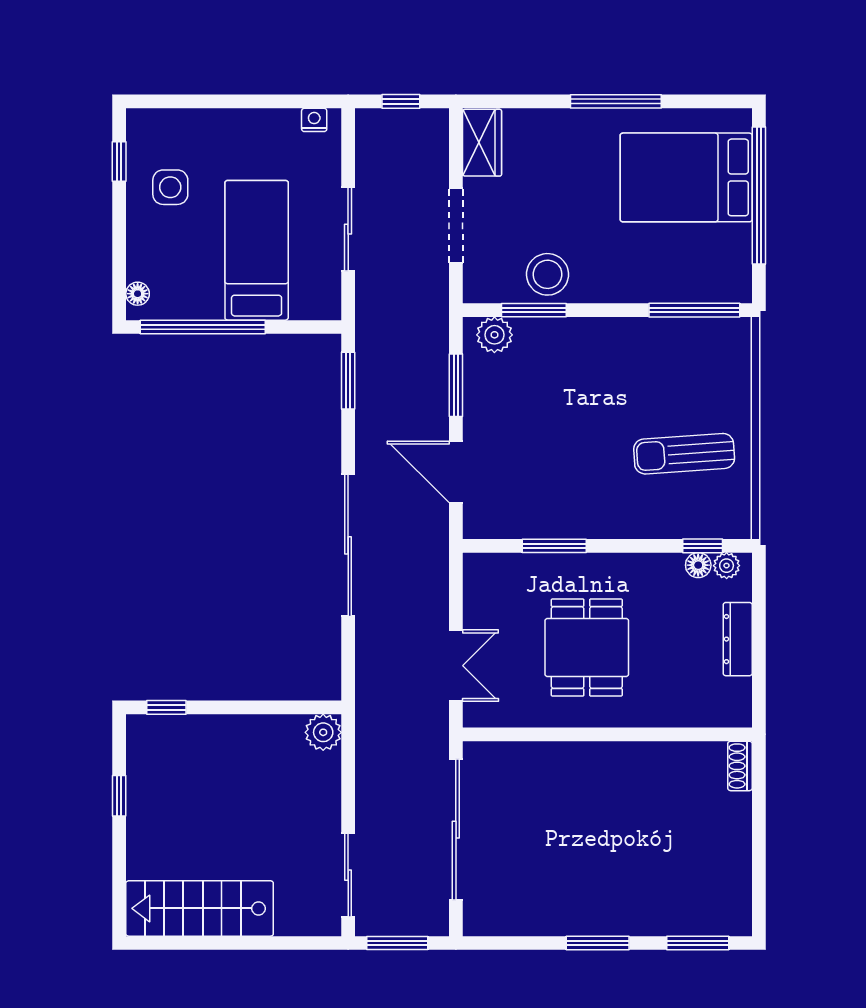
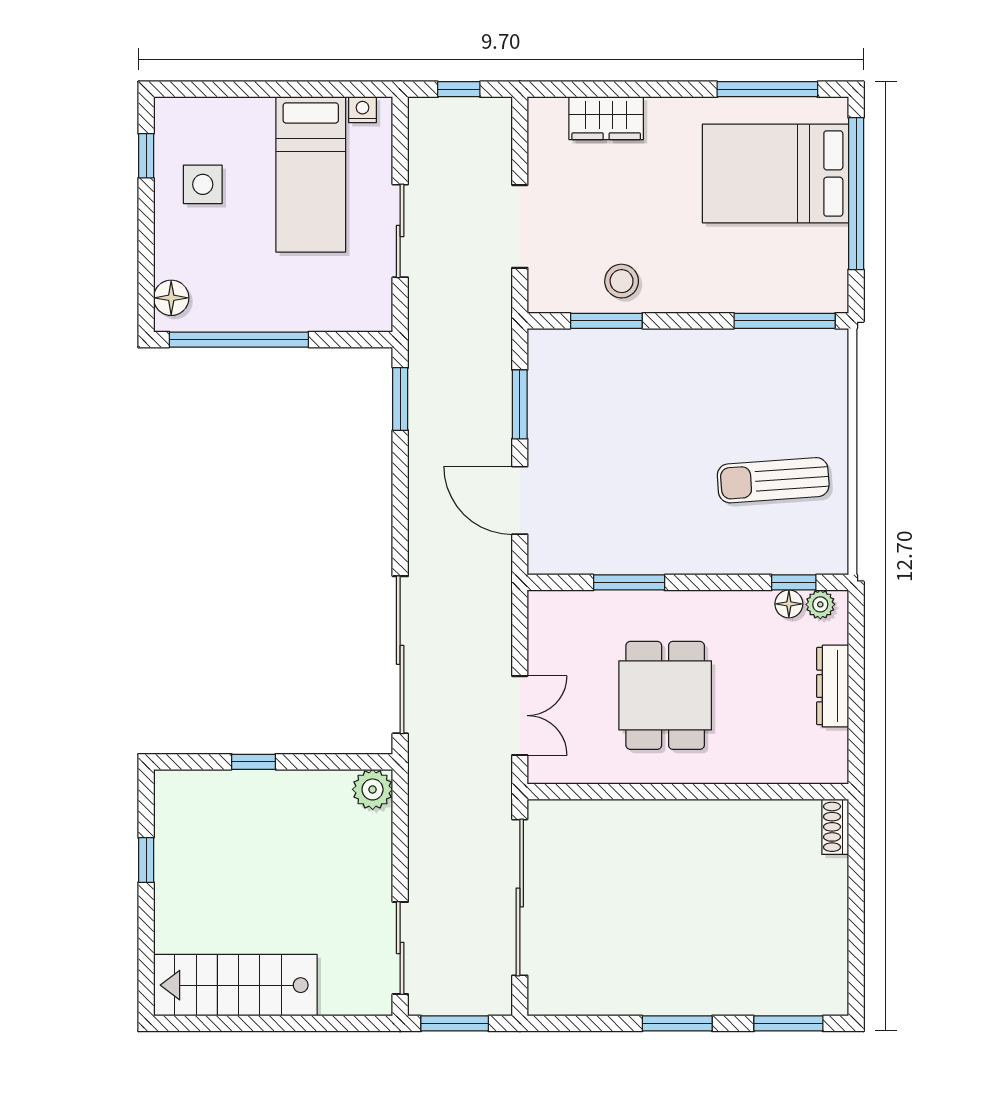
window: (616, 101) -> (767, 89), moved
wardrobe: (482, 143) -> (606, 118), moved, turned 90
bed: (257, 250) -> (311, 174), moved, turned 180
stool: (548, 274) -> (622, 281), width x0.73, depth x0.73
floor lamp: (138, 294) -> (171, 298), width x1.37, depth x1.37
plant: (494, 335) -> (563, 348), removed
sliding door: (348, 545) -> (400, 655), moved
window: (166, 707) -> (253, 762), moved

